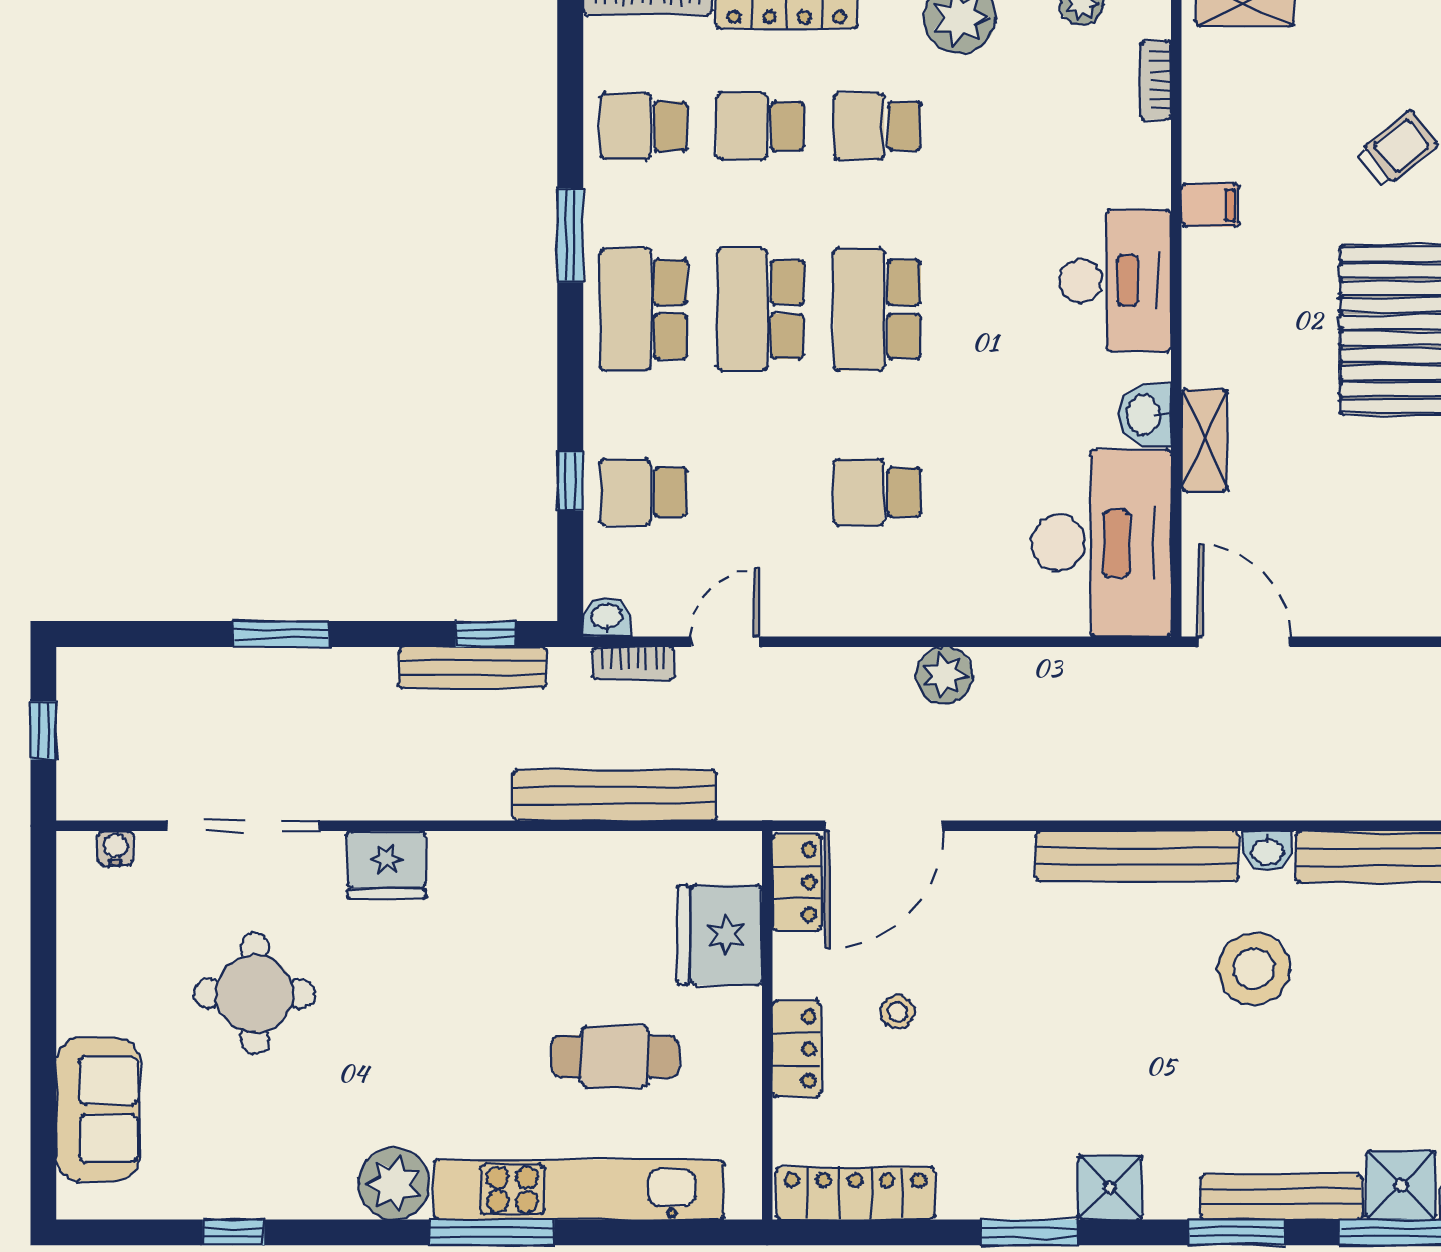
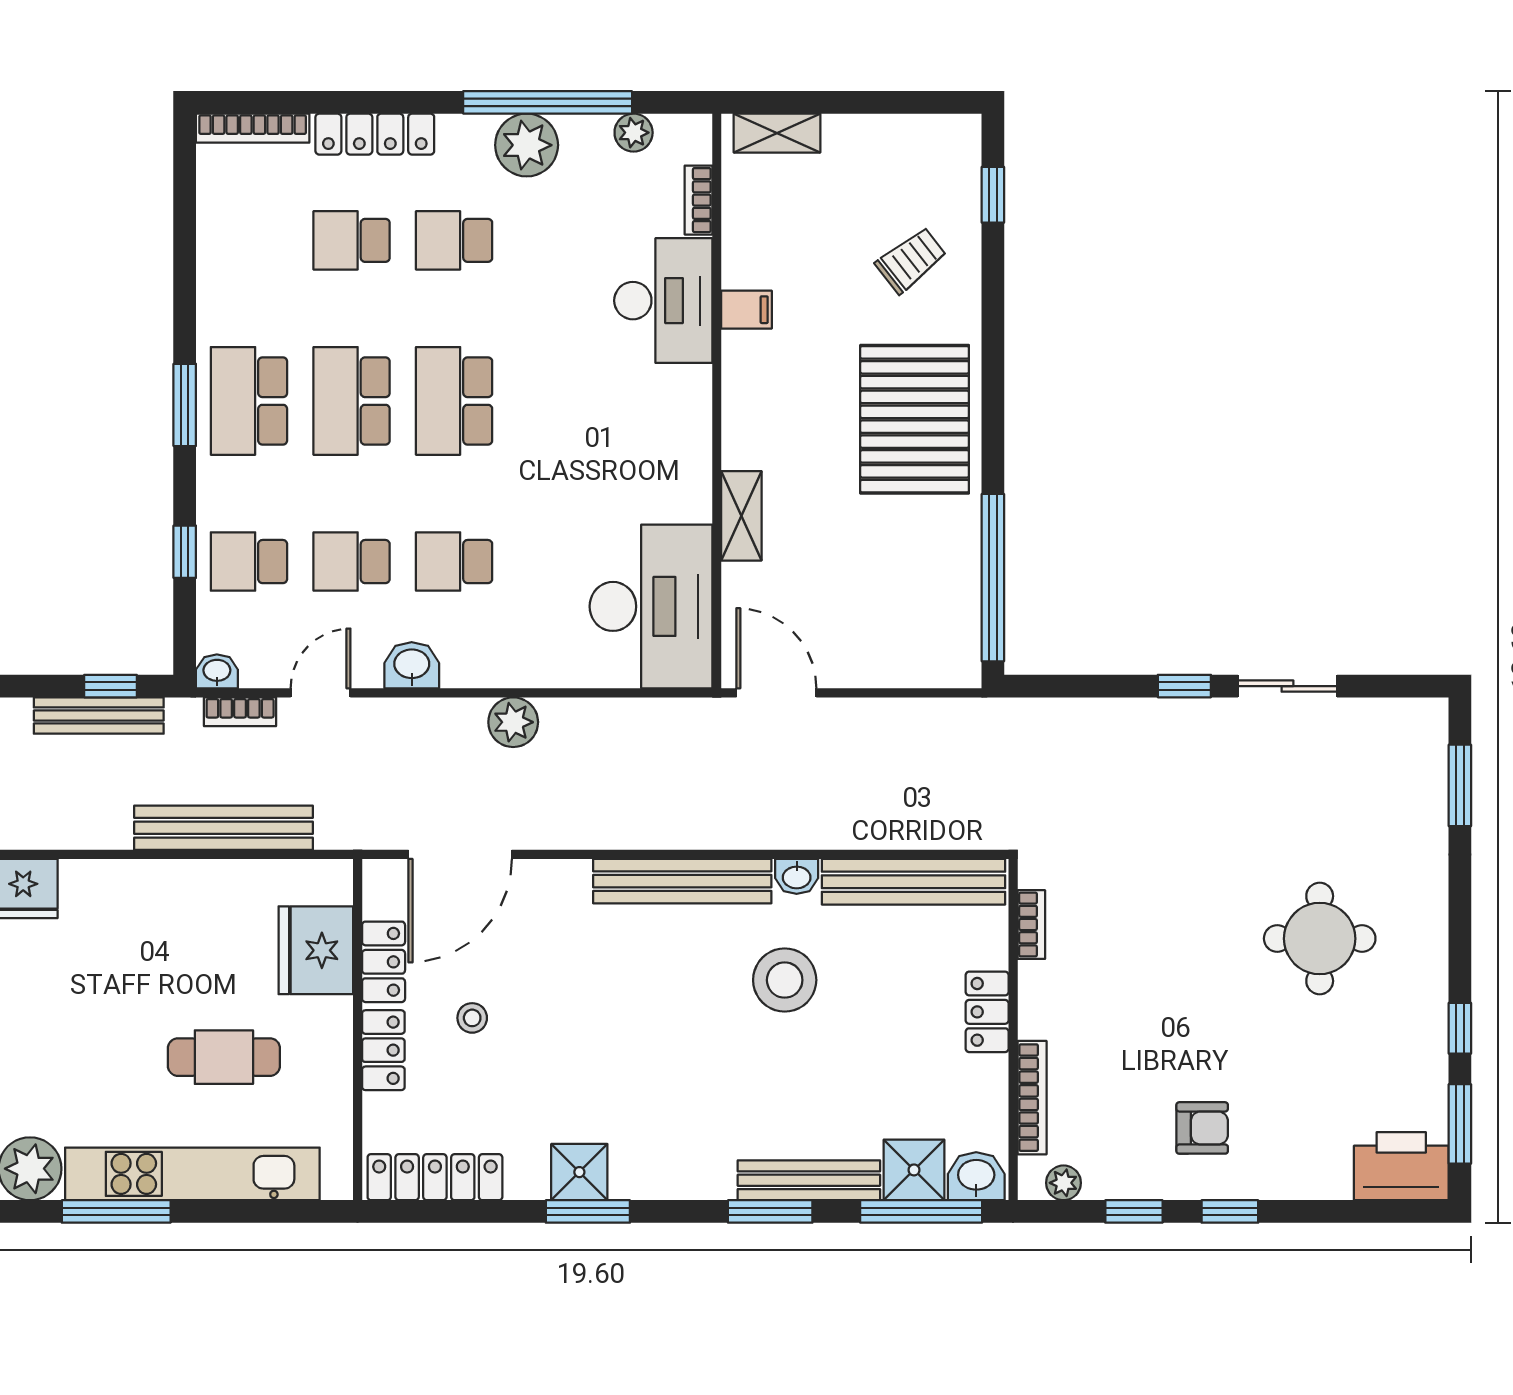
school desk: (644, 126) -> (352, 562), moved
window: (570, 235) -> (185, 405), moved
desk: (1115, 281) -> (663, 301), moved
washbasin: (1145, 415) -> (412, 665), moved, turned 90
locker: (797, 882) -> (384, 962), moved
shower: (1110, 1188) -> (579, 1172), moved

